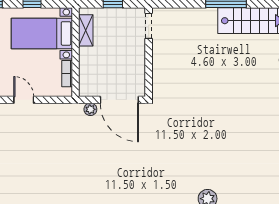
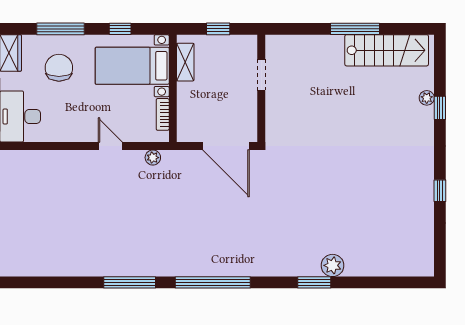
doorway: (149, 26) -> (261, 75), moved
plant: (90, 109) -> (153, 158), moved

